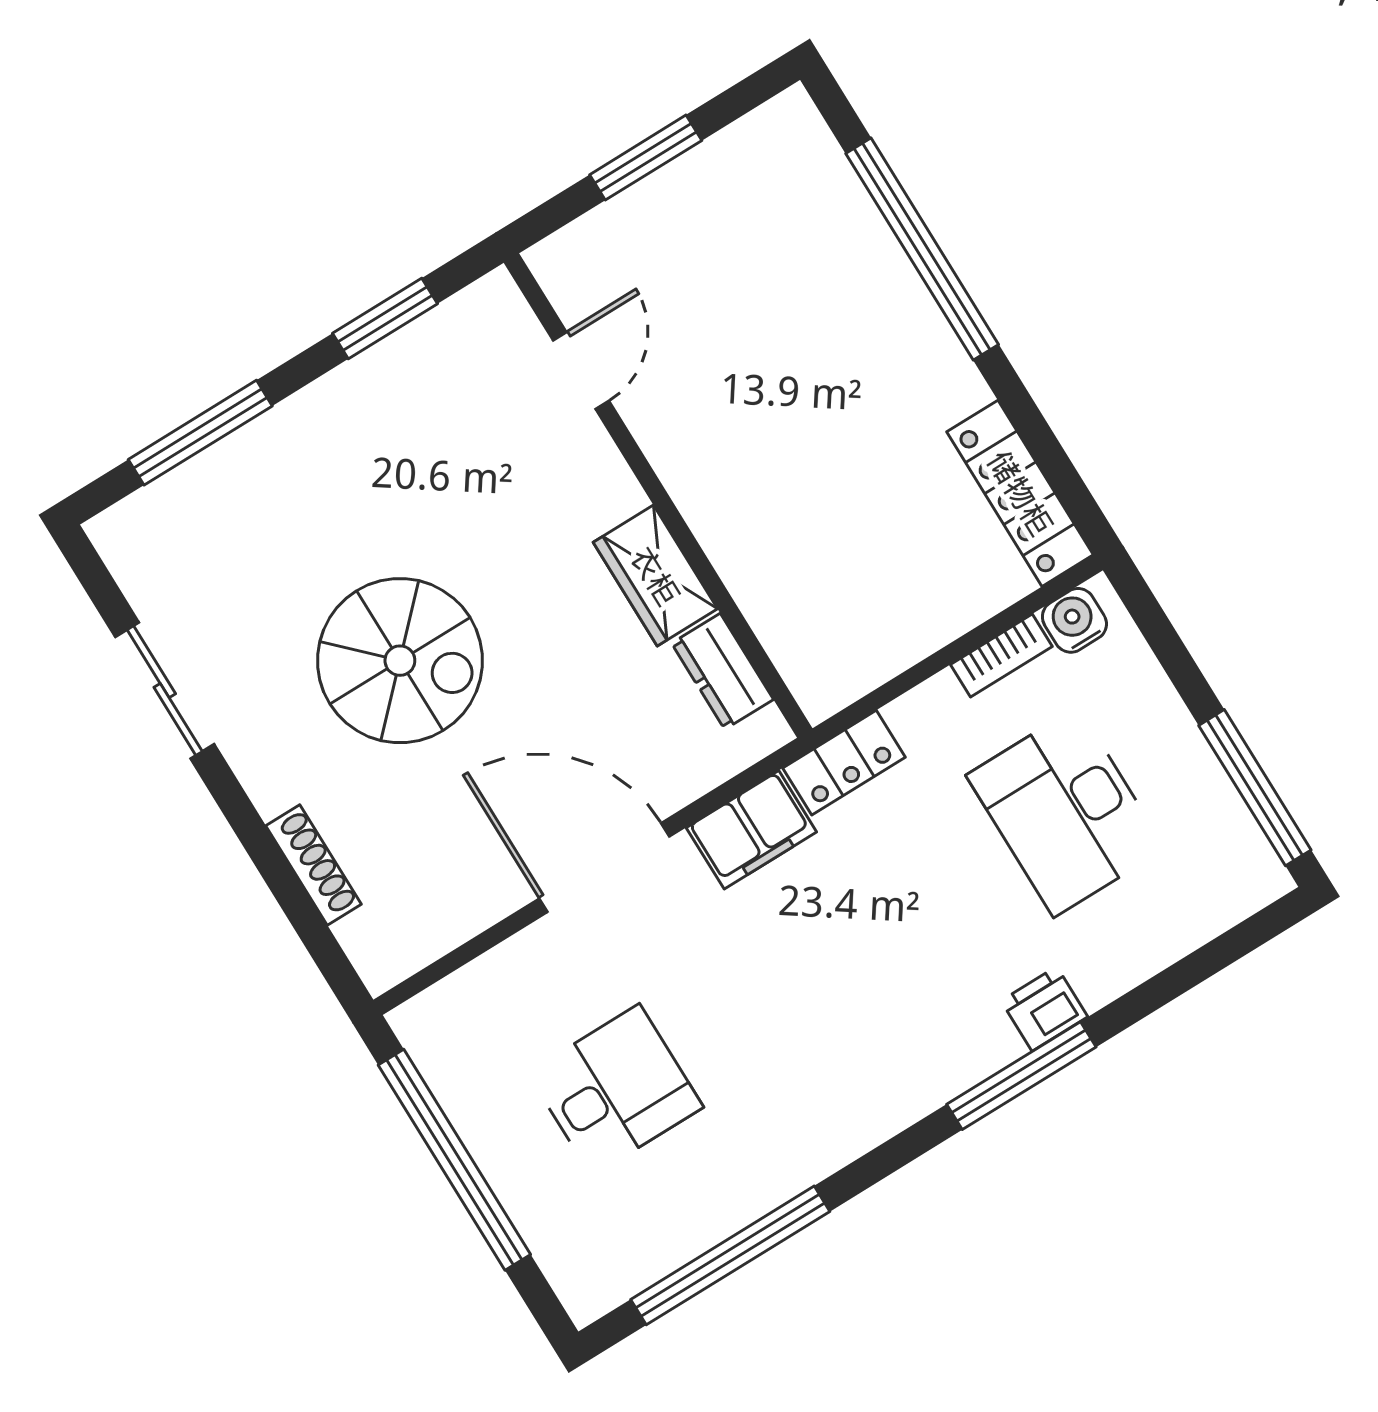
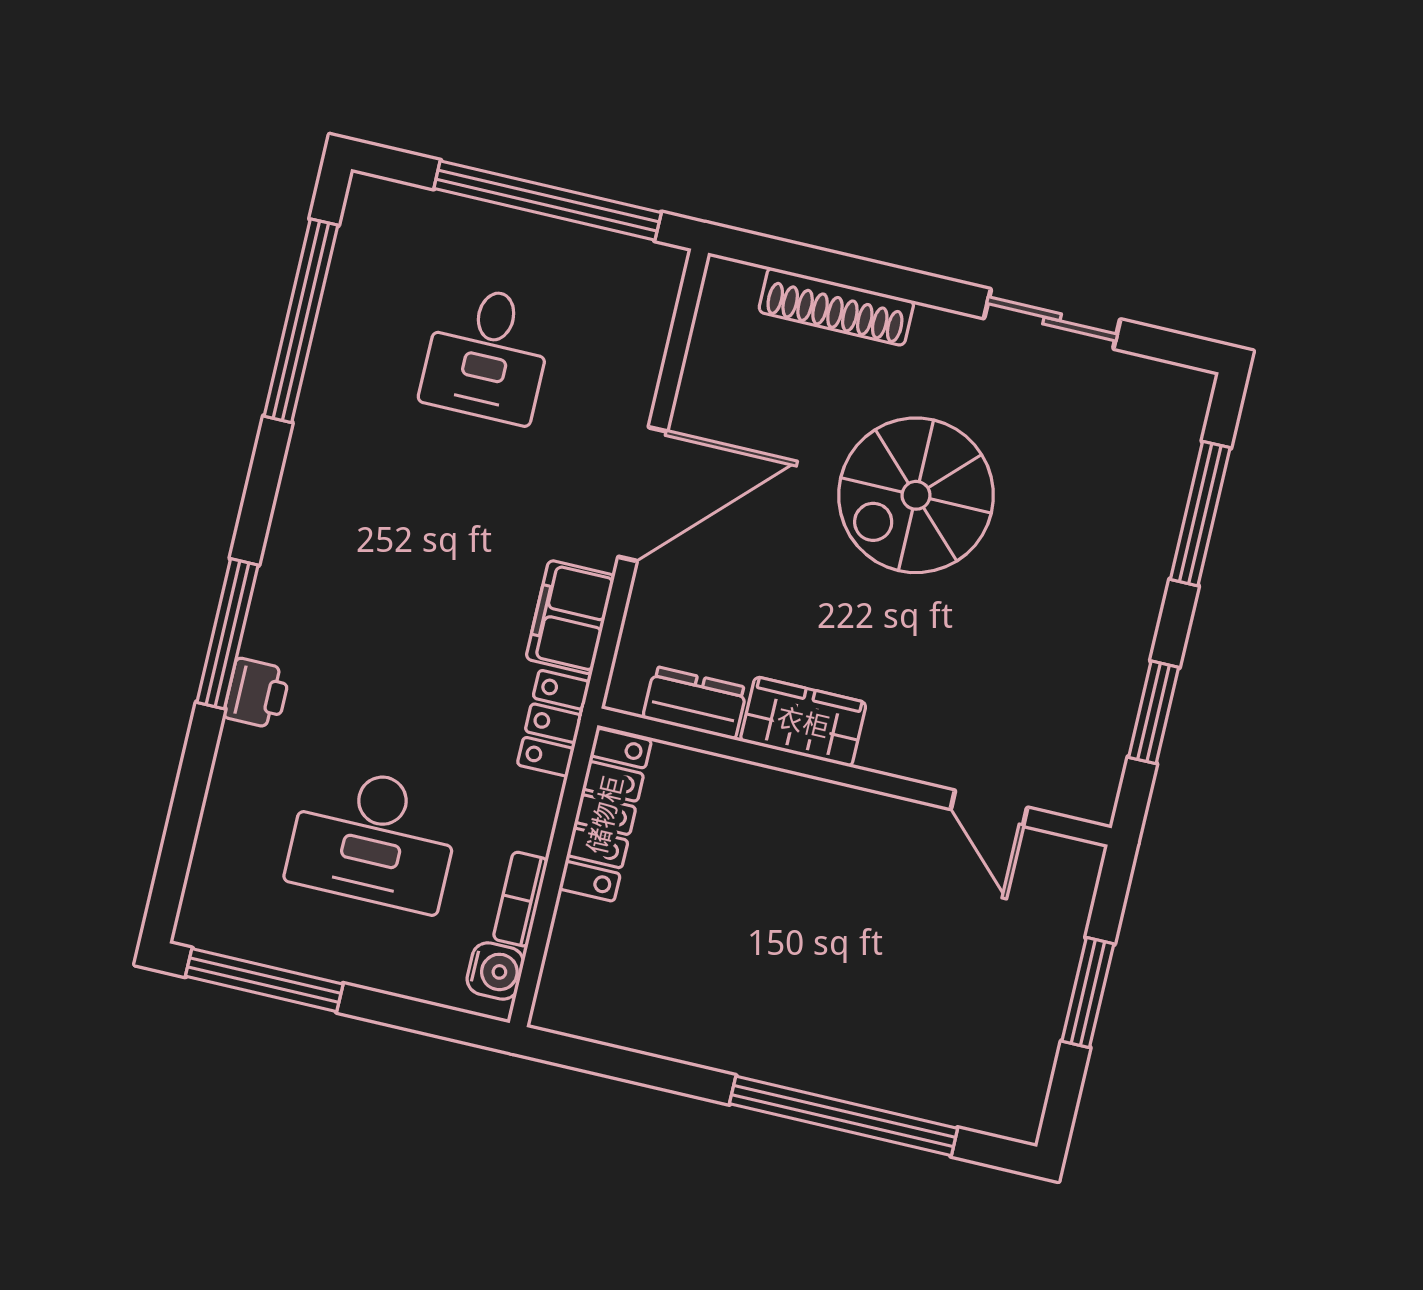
locker: (1020, 493) -> (605, 815), moved, turned 90
desk: (1066, 812) -> (374, 838), turned 180
shoe rack: (313, 865) -> (836, 307), width x1.36, depth x1.24

